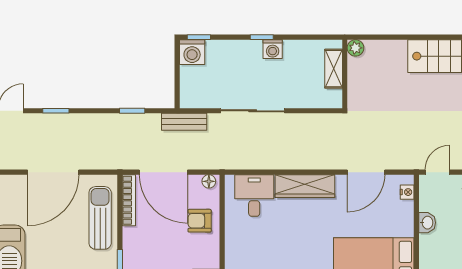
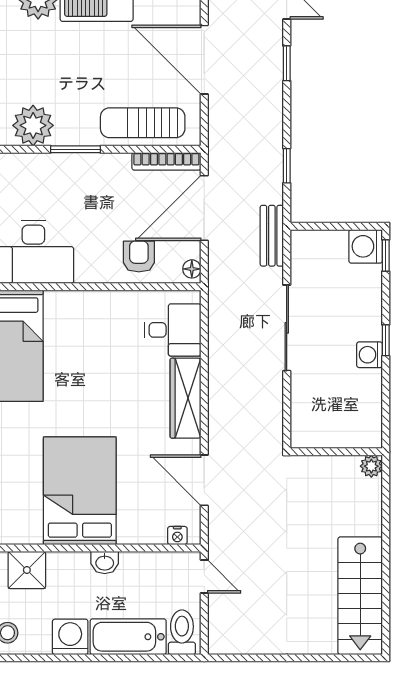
shelving: (334, 69) -> (343, 437), removed
sun lounger: (100, 218) -> (143, 123), turned 180
washbasin: (427, 223) -> (105, 562), moved

